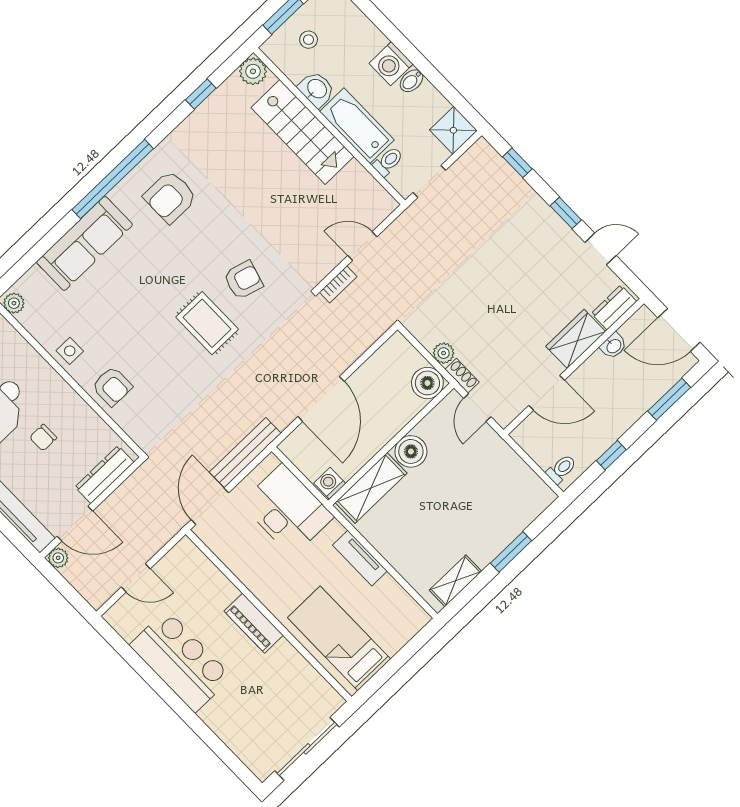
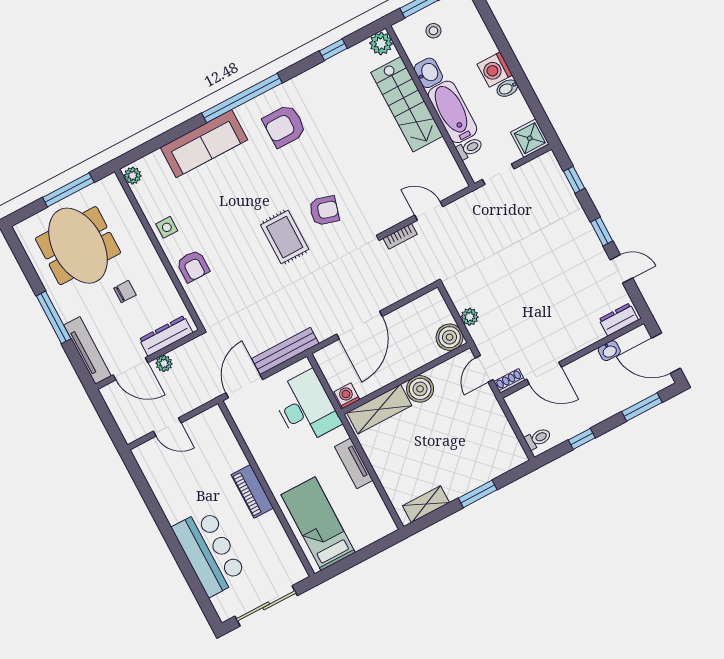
wardrobe: (576, 339) -> (580, 336), removed
shoe rack: (462, 376) -> (509, 381), moved, turned -90
chair: (43, 438) -> (125, 292), turned 180
plant: (58, 558) -> (164, 363), moved
bar counter: (181, 661) -> (209, 552), moved

